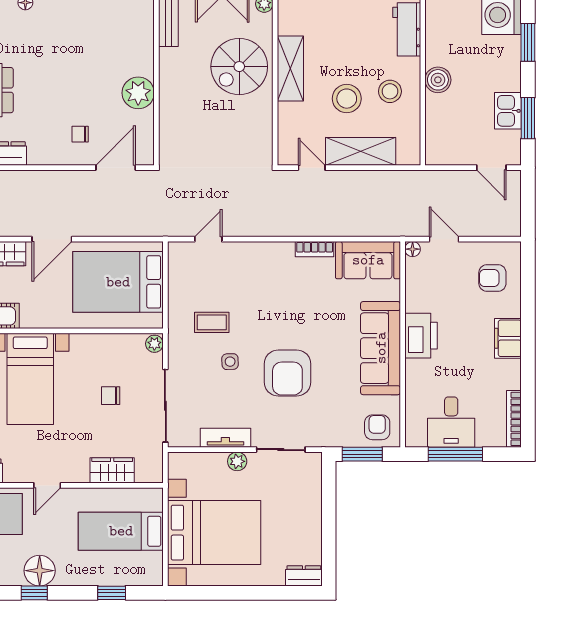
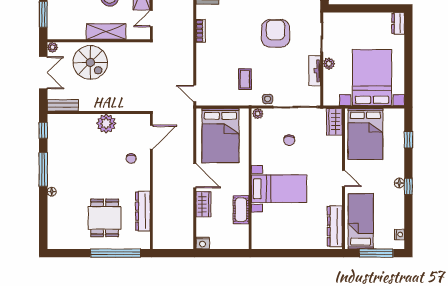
shelving: (290, 68) -> (106, 32), moved
door: (116, 168) -> (151, 137), swing flipped
door: (208, 239) -> (195, 94), moved
bookcase: (315, 249) -> (201, 31), moved
side table: (230, 362) -> (268, 99), moved
armchair: (287, 373) -> (276, 33), turned -90
wardrobe: (112, 470) -> (334, 122), moved
bed: (121, 531) -> (365, 134), width x1.50
floor lamp: (40, 571) -> (399, 183), width x0.53, depth x0.53

